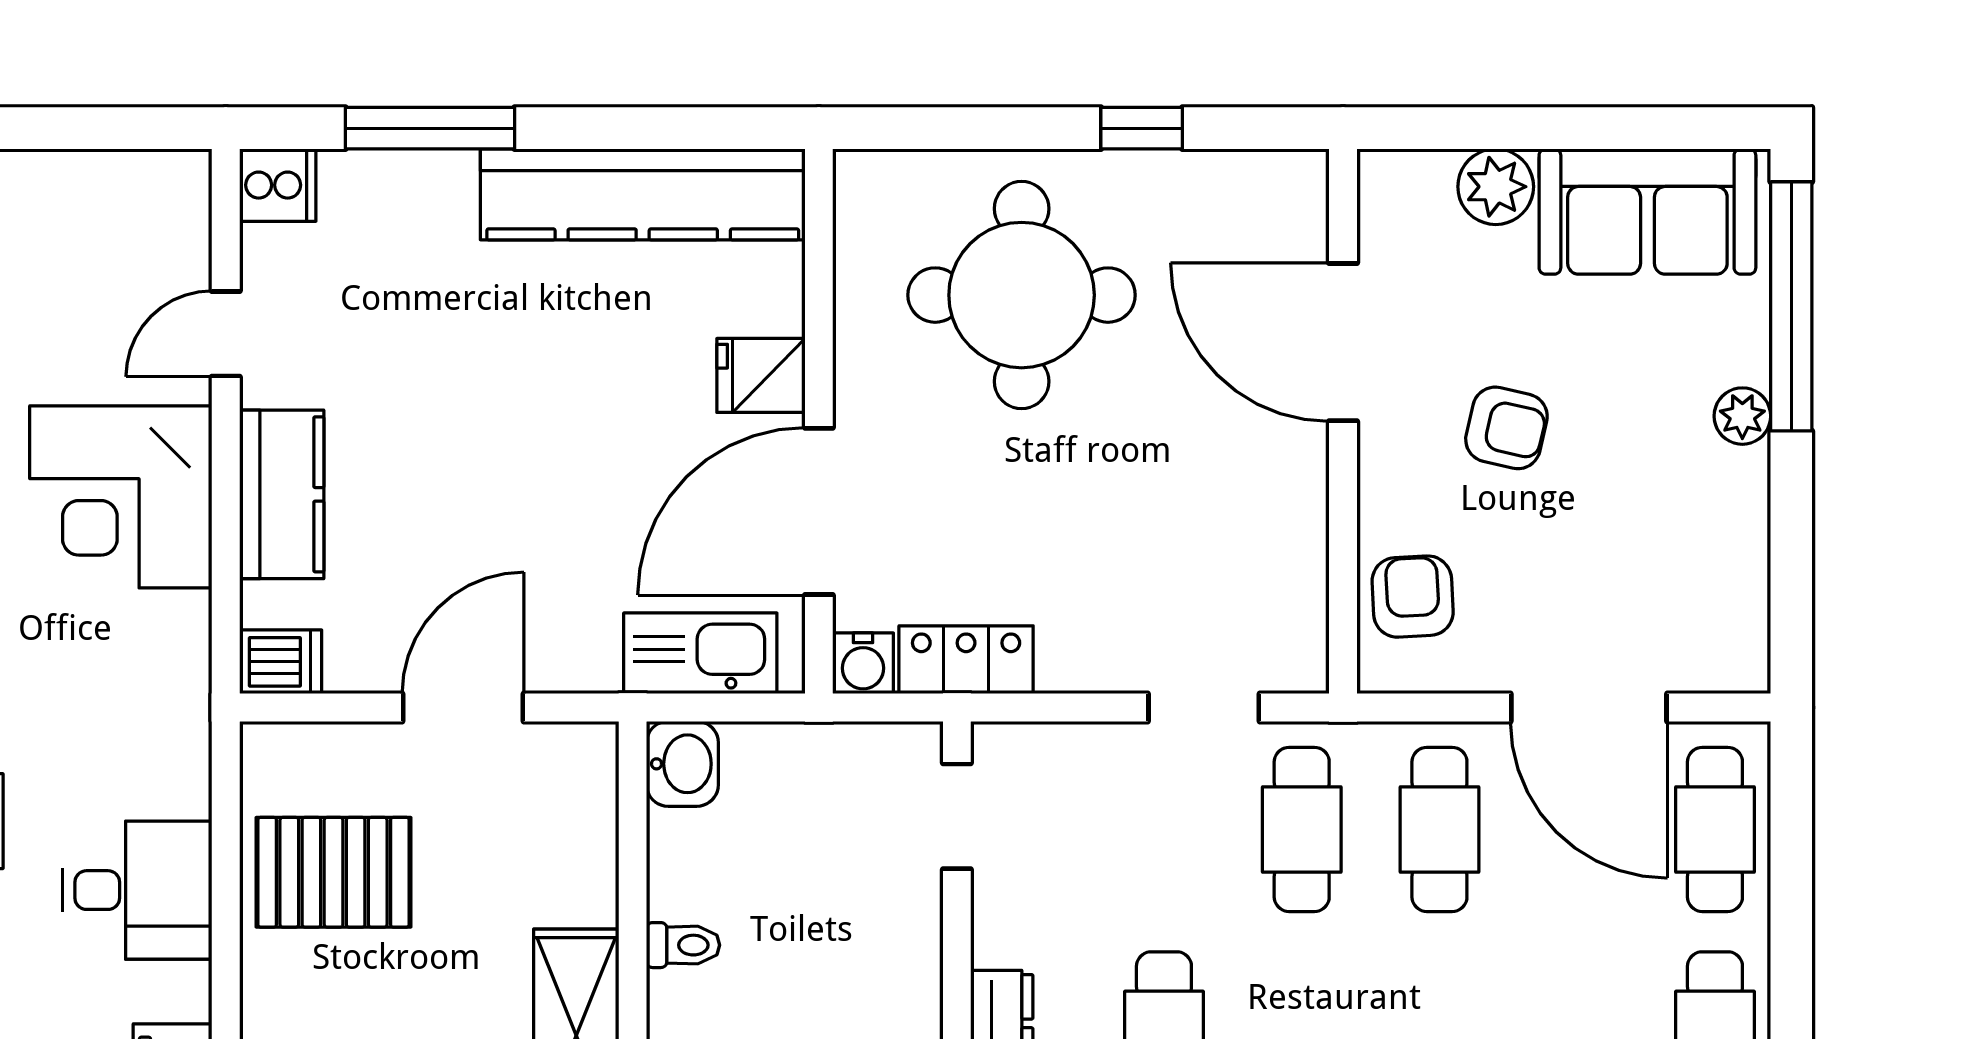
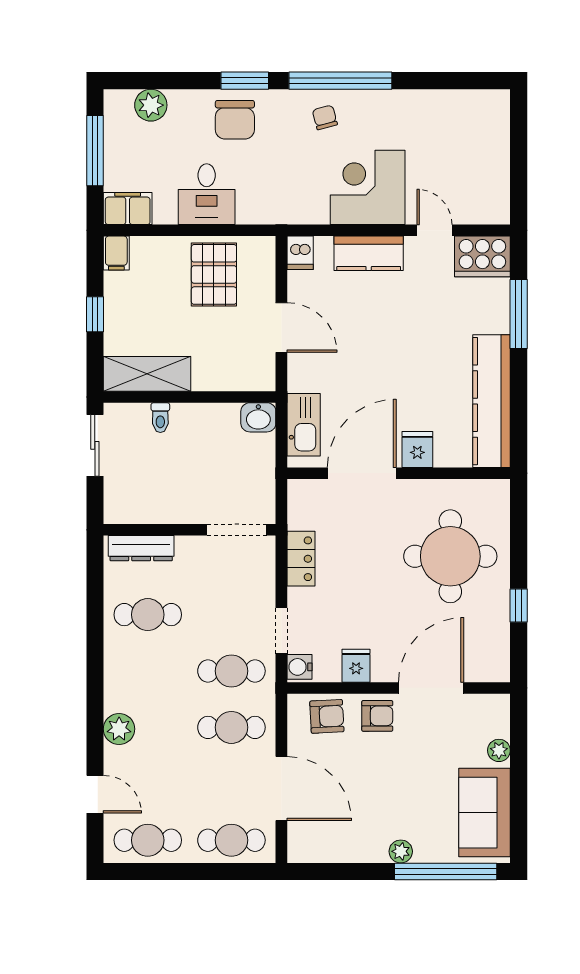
cooker: (278, 185) -> (482, 256), width x1.87, depth x1.31
plant: (1496, 187) -> (499, 750), width x0.73, depth x0.73
armchair: (1506, 428) -> (377, 716), moved, turned -103
door: (819, 511) -> (362, 473), hinge flipped
fridge: (1289, 525) -> (356, 666), added
locker: (966, 660) -> (301, 559), moved
water cooler: (863, 663) -> (299, 667), moved
door: (1589, 708) -> (281, 789), swing flipped
doorway: (957, 816) -> (237, 530), width x1.38
toilet: (683, 945) -> (160, 418), moved

